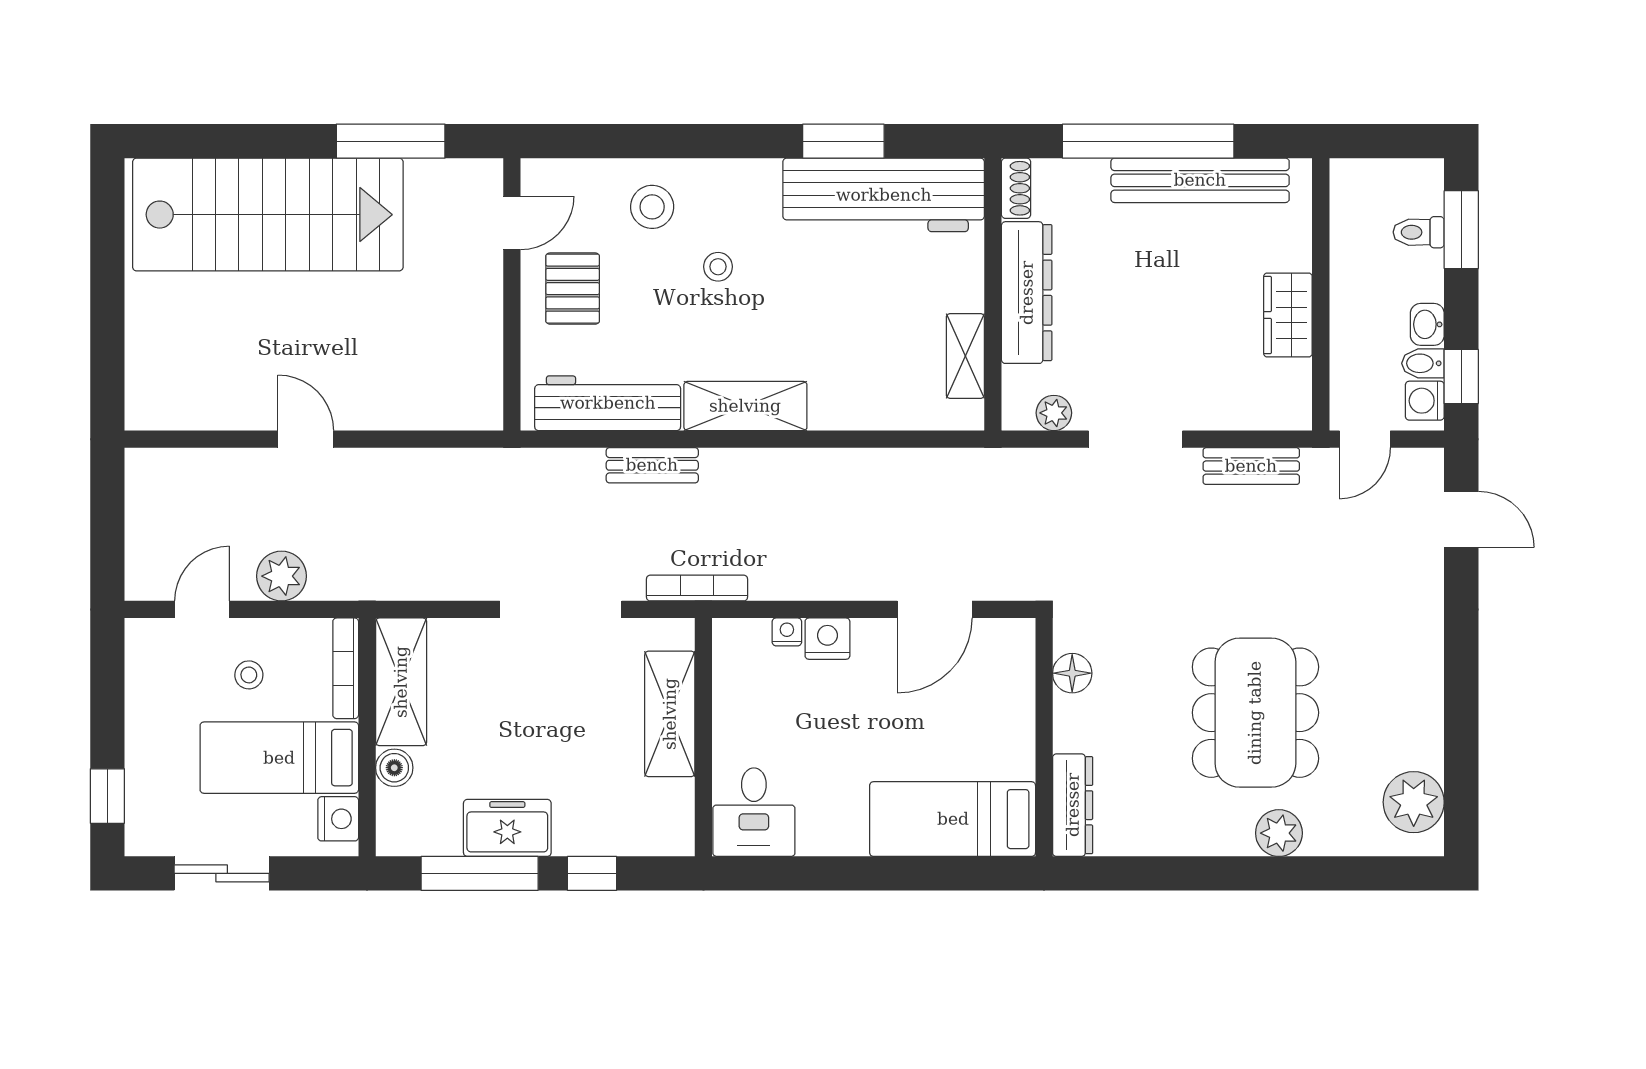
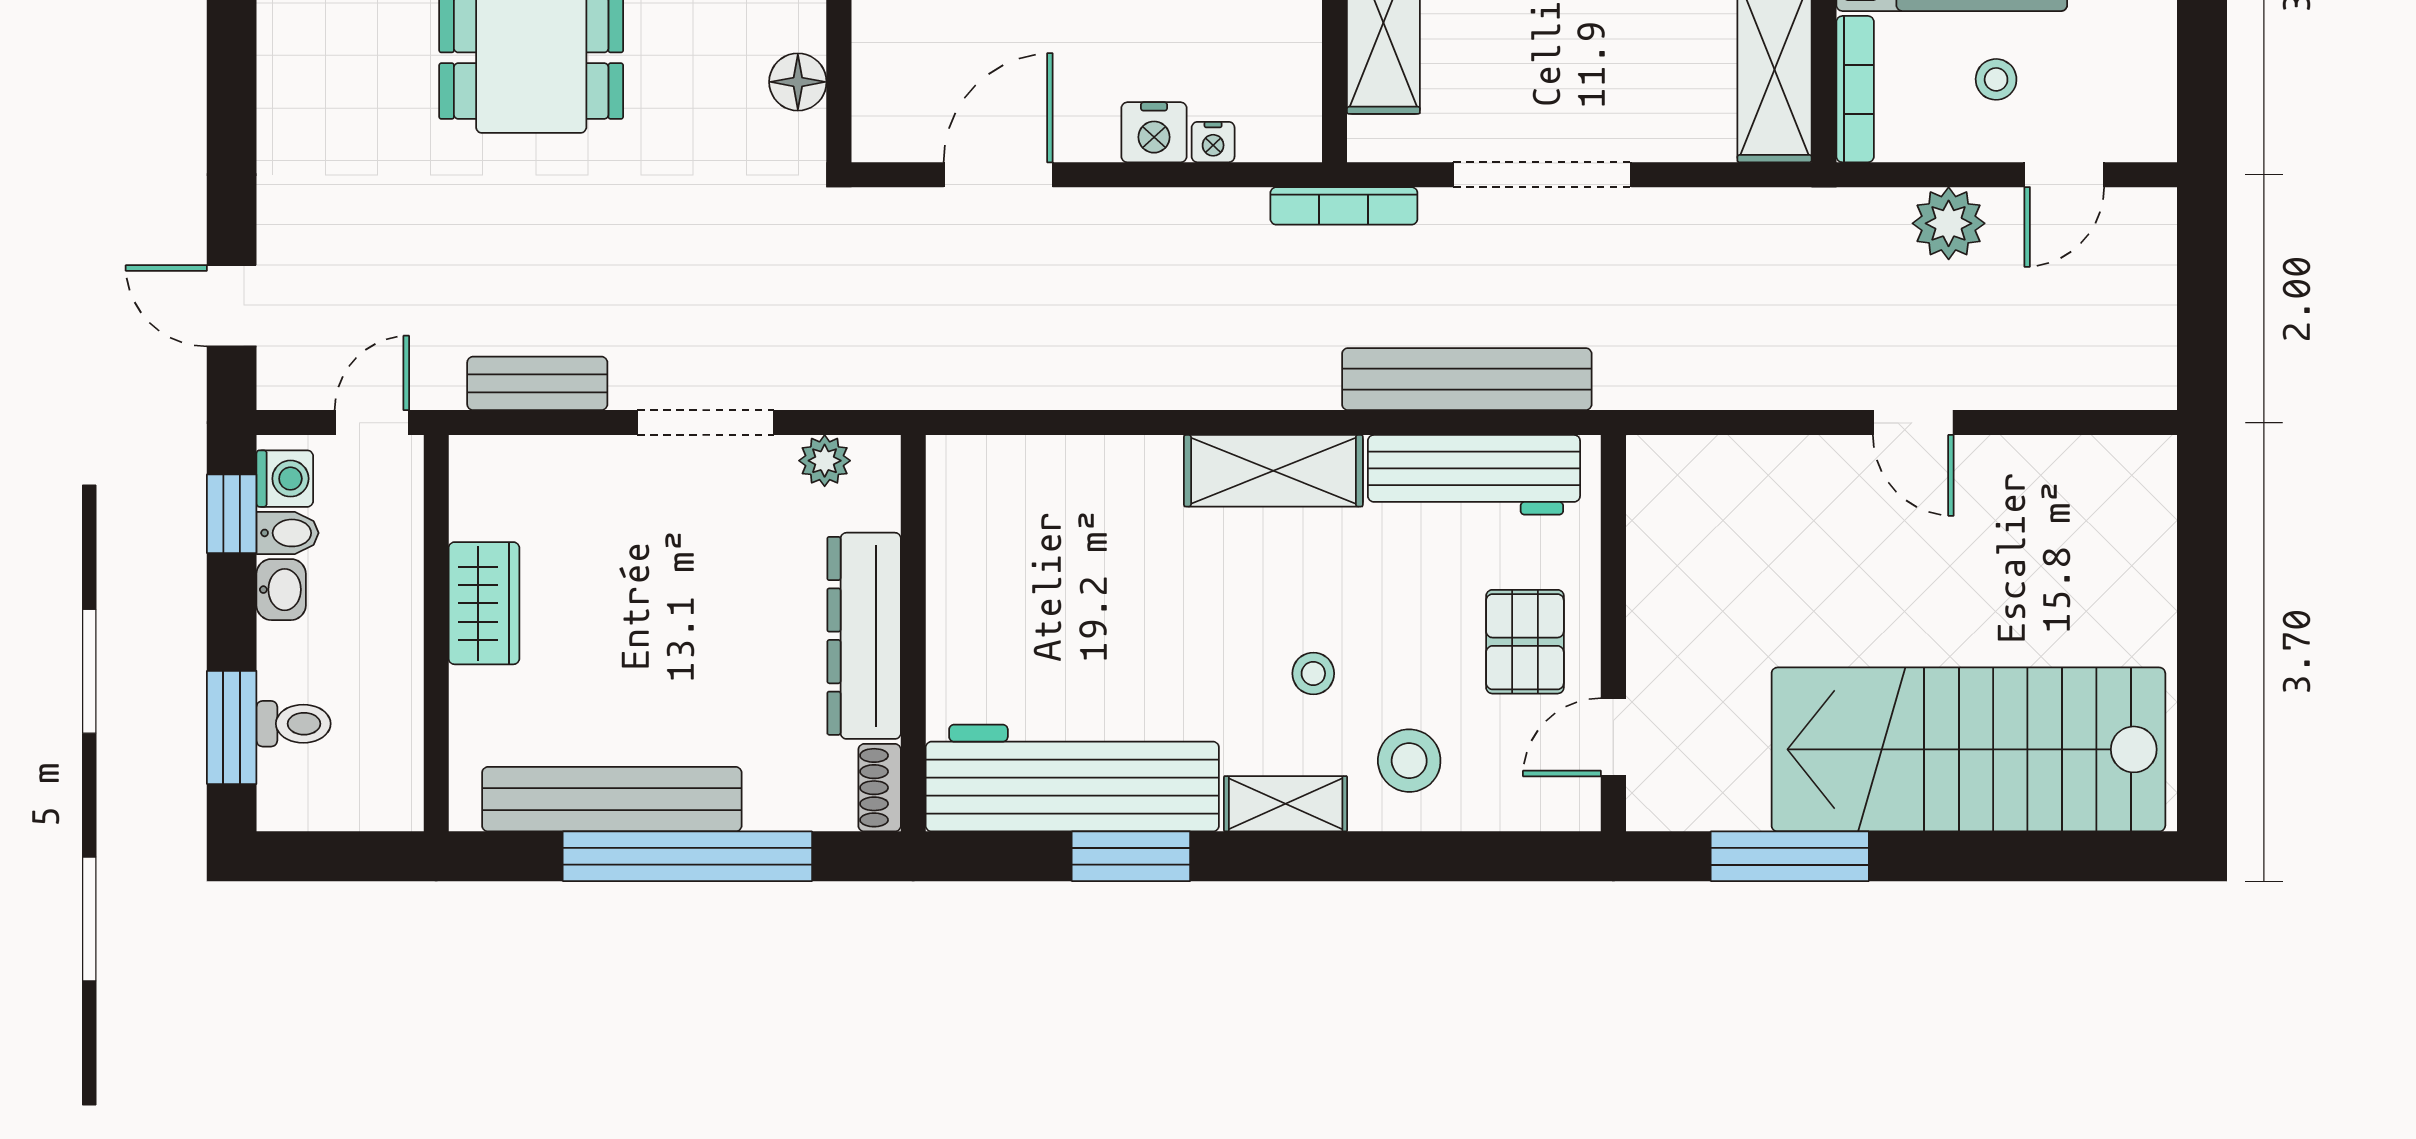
shelving: (965, 356) -> (1286, 804), moved, turned 90
bench: (652, 465) -> (1467, 379), width x1.86, depth x1.21

